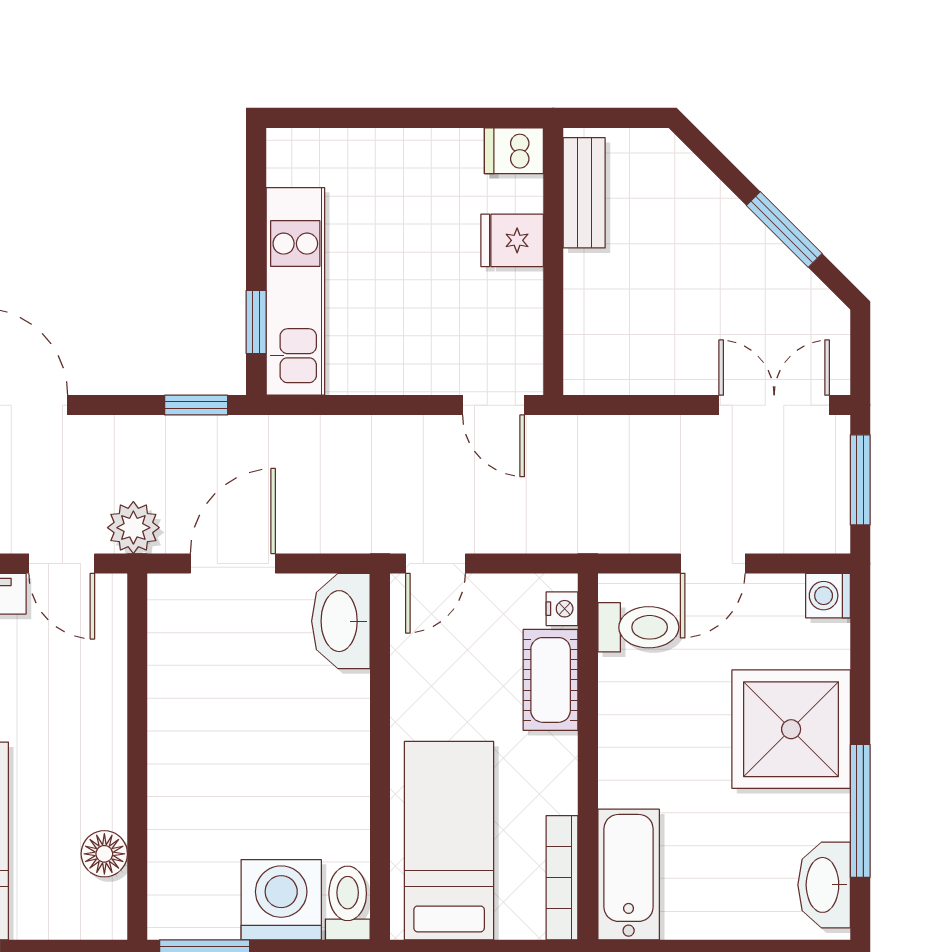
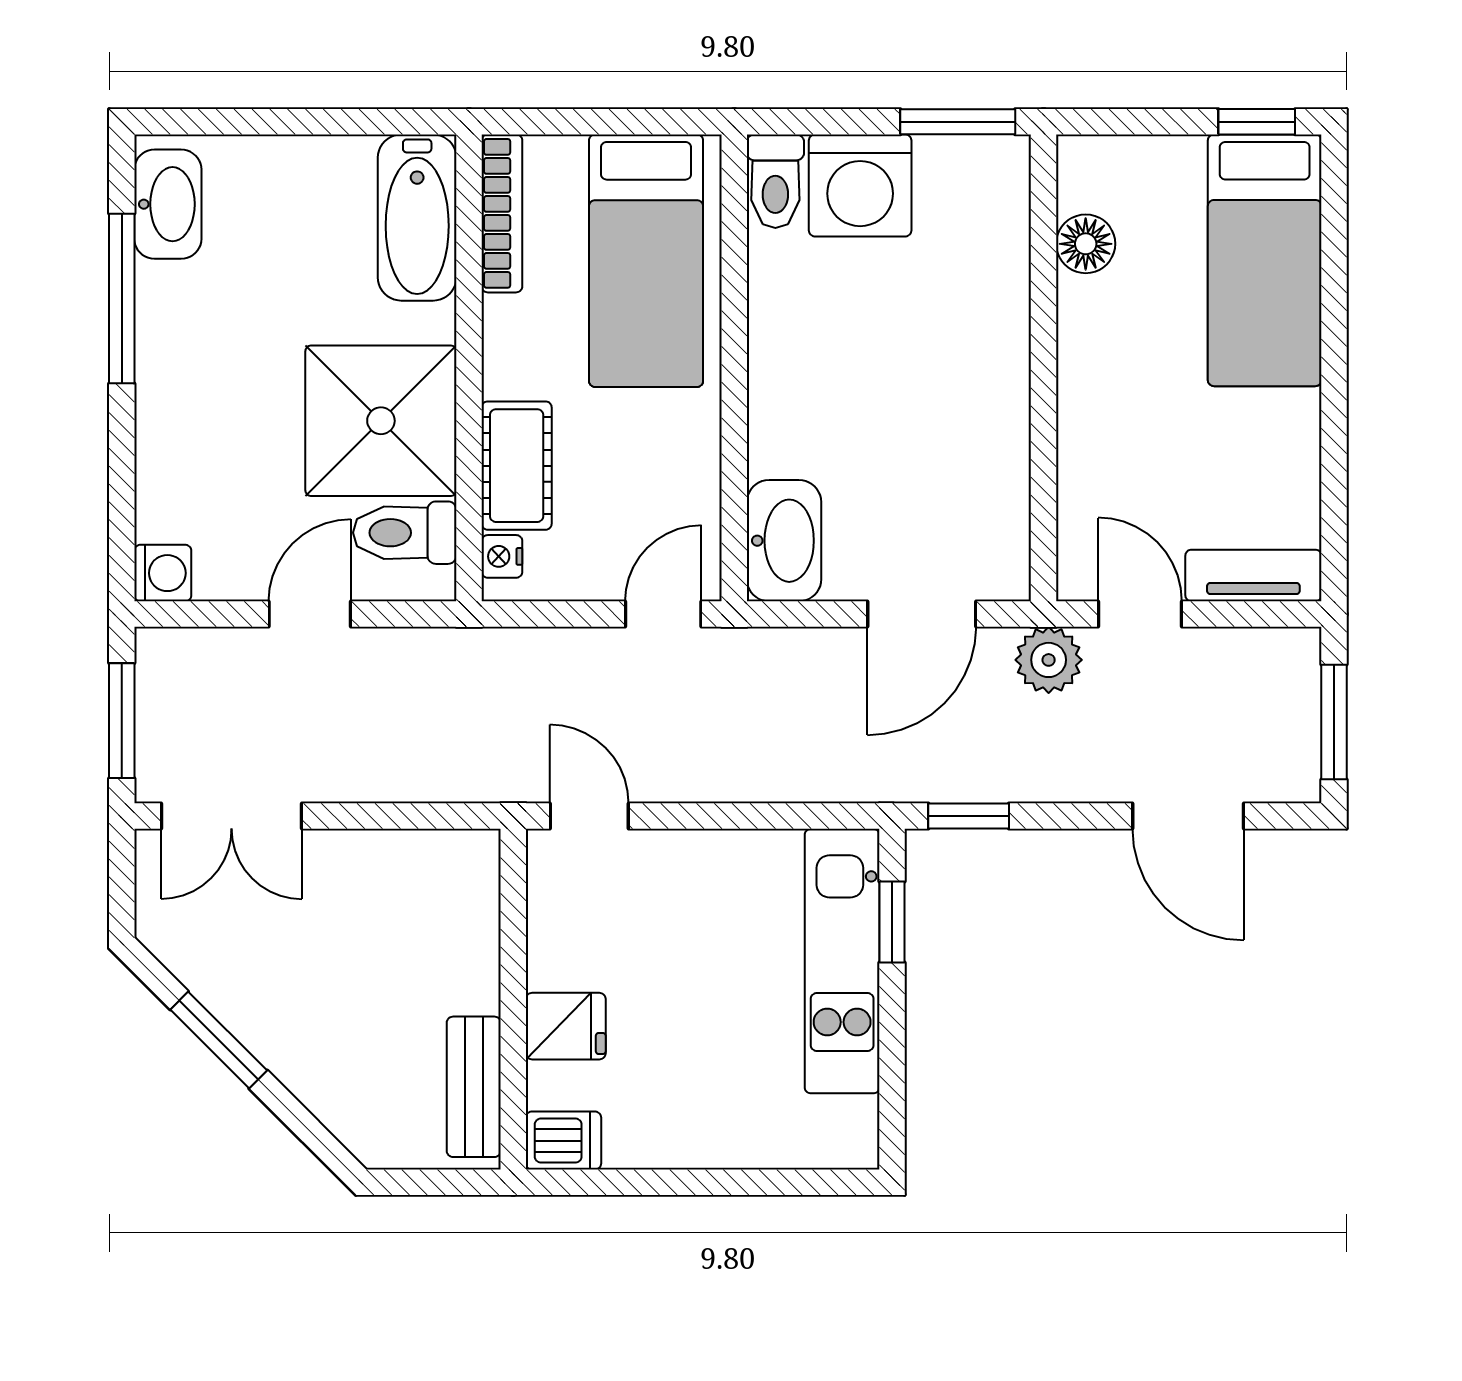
shower: (791, 729) -> (381, 421), moved

